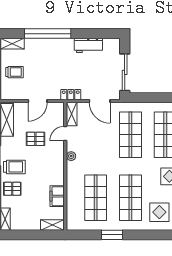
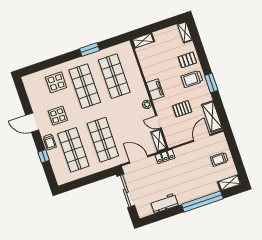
door: (38, 101) -> (202, 138), moved
door: (65, 134) -> (159, 122), swing flipped
filing cabinet: (57, 196) -> (155, 89), moved

